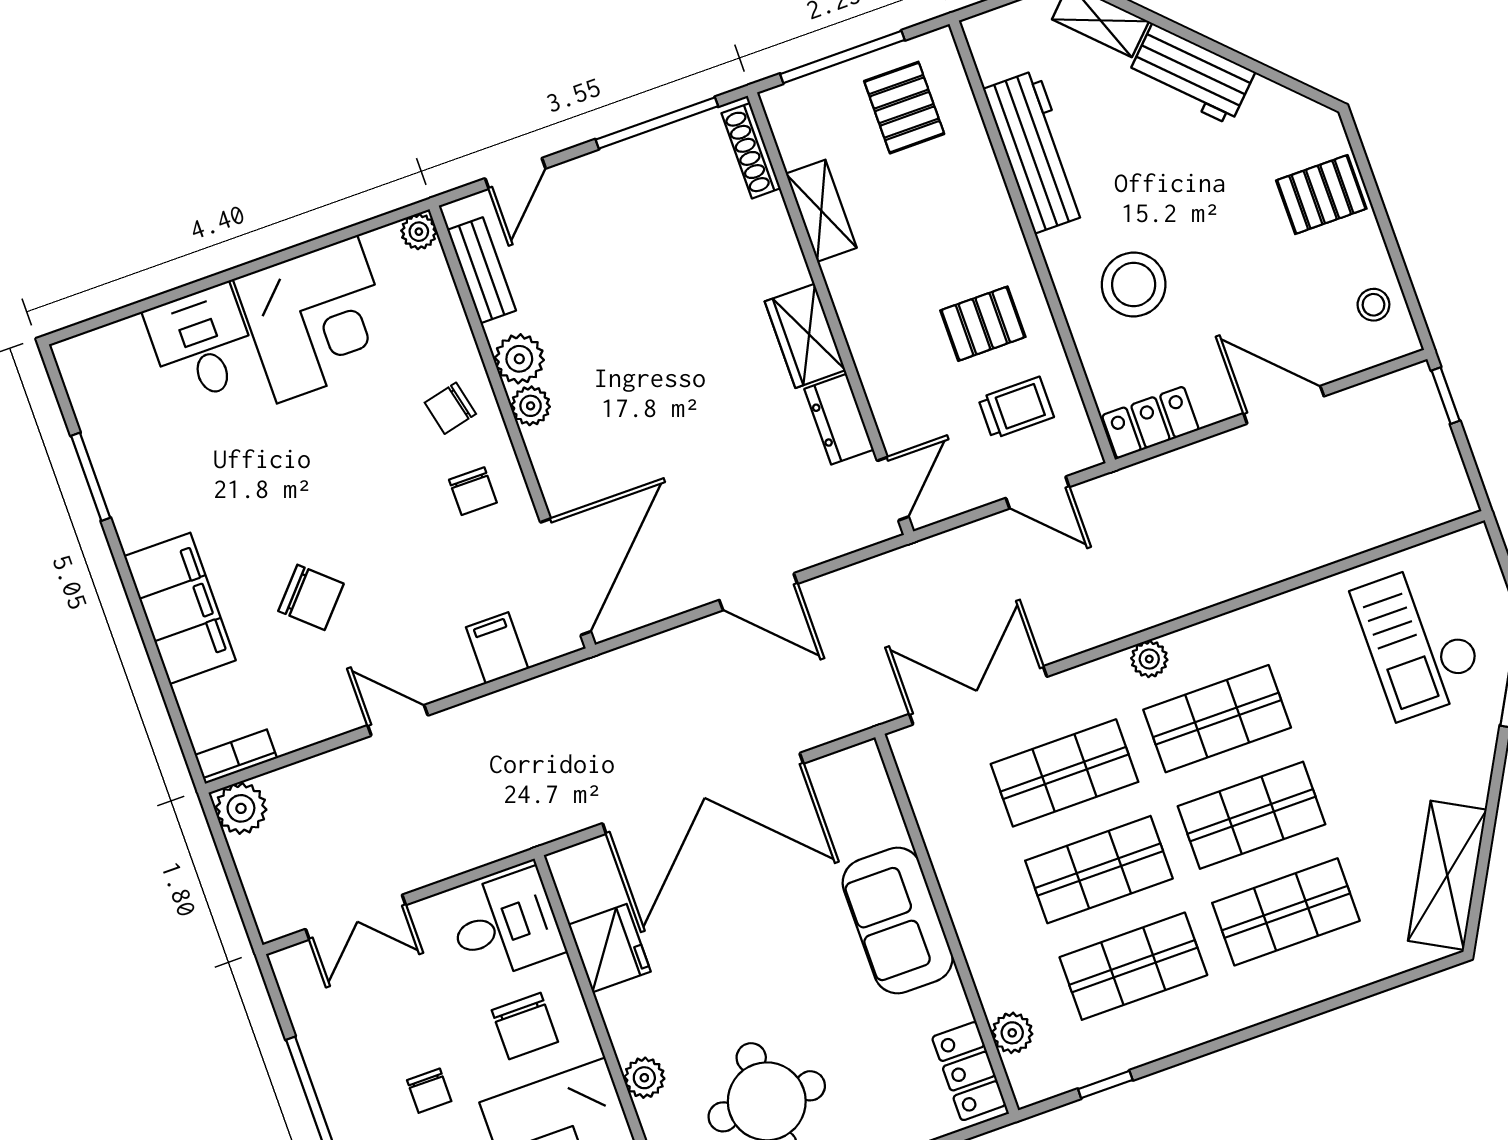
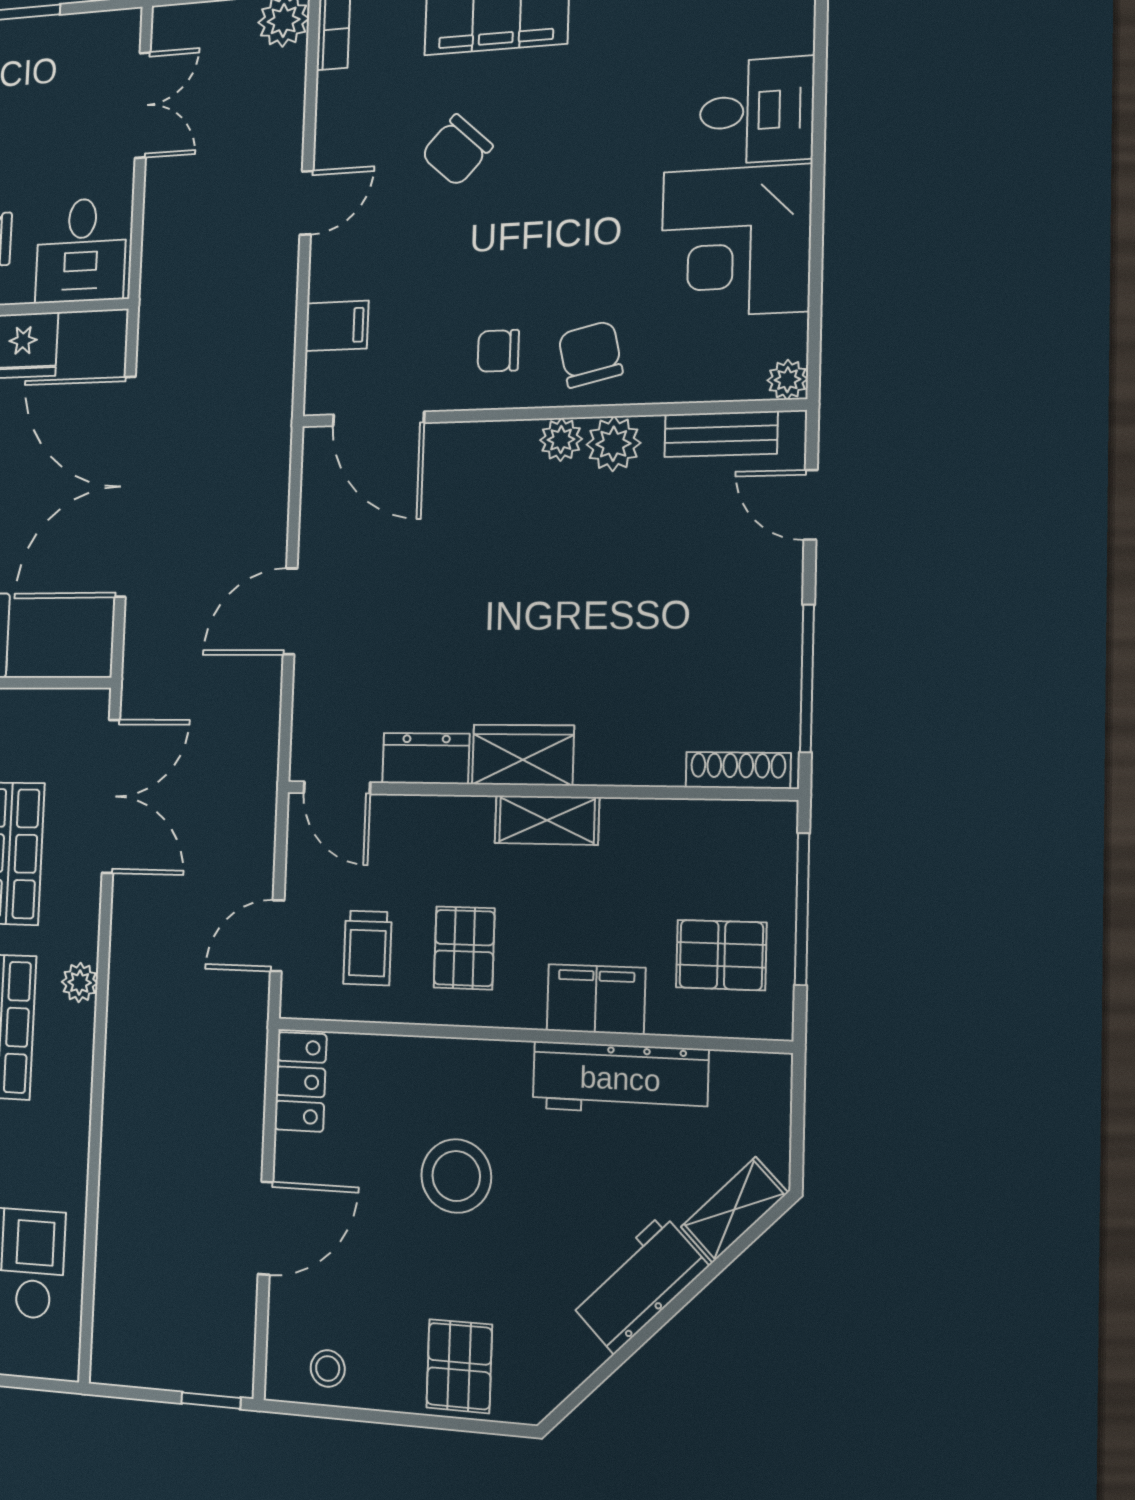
filing cabinet: (980, 196) -> (596, 999), added
shelving: (821, 211) -> (547, 820), moved
stool: (1134, 285) -> (456, 1176), moved
chair: (450, 408) -> (590, 354), width x1.37, depth x1.37
door: (566, 577) -> (378, 419), width x0.73
double door: (356, 917) -> (143, 105), swing flipped

